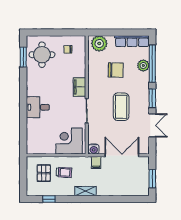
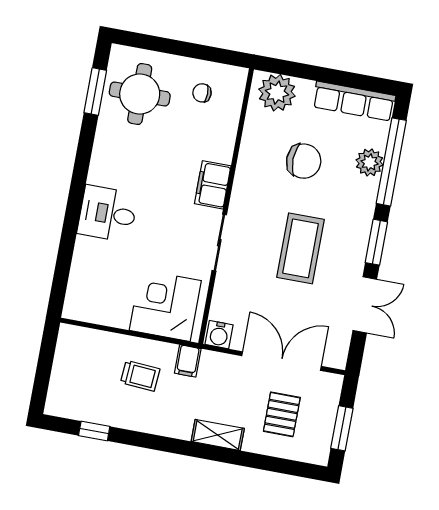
filing cabinet: (96, 162) -> (188, 361), moved
pallet: (44, 173) -> (282, 414), moved
shelving: (85, 191) -> (218, 435), moved

